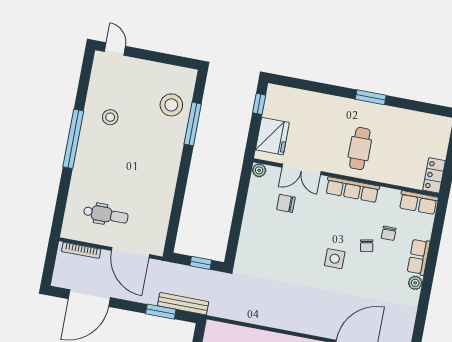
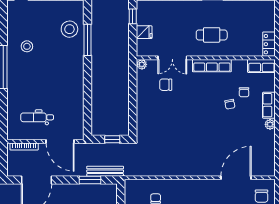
fridge: (272, 136) -> (144, 32), width x0.53, depth x0.75
cafe table: (360, 149) -> (212, 35), turned 90
dental chair: (106, 215) -> (37, 117), turned 180
side table: (335, 259) -> (209, 118), removed

